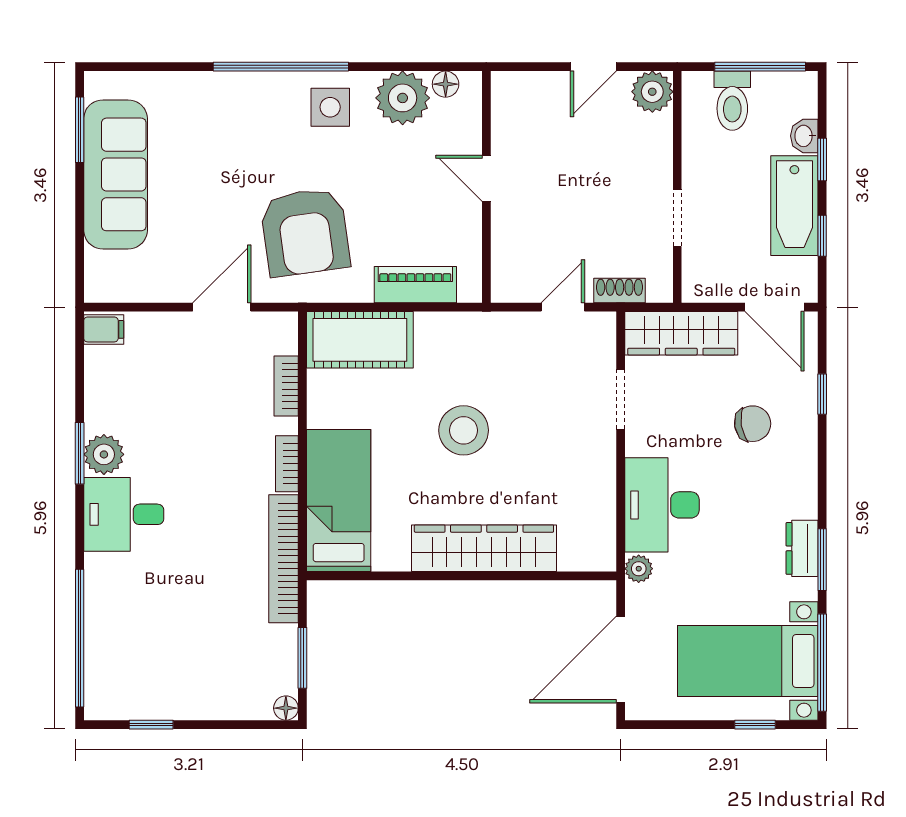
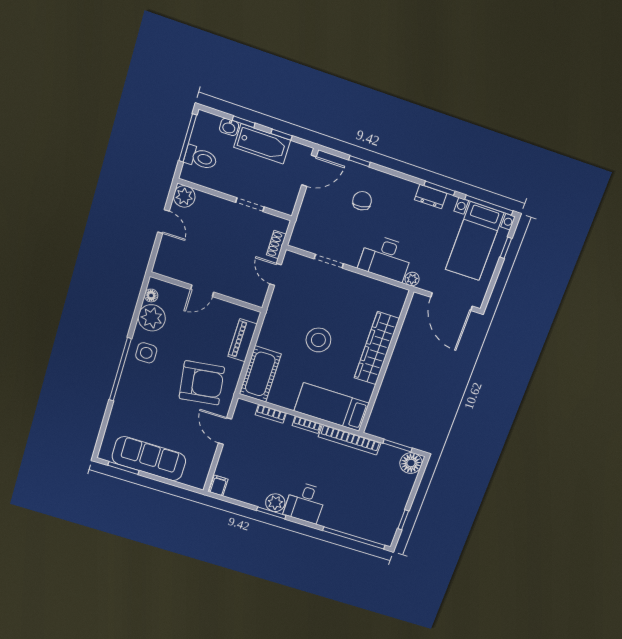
wardrobe: (681, 333) -> (307, 221), removed
floor lamp: (286, 708) -> (411, 463), width x1.89, depth x1.89

